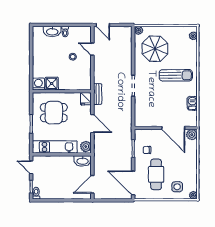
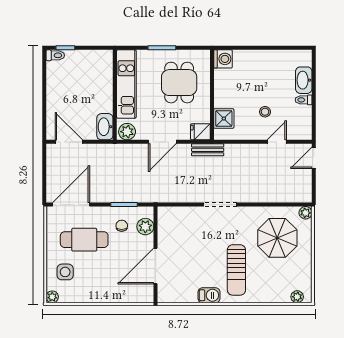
shower: (52, 84) -> (224, 119), moved
barbecue: (192, 103) -> (209, 295), moved
plant: (192, 135) -> (145, 227), moved
door: (31, 167) -> (95, 48), removed

